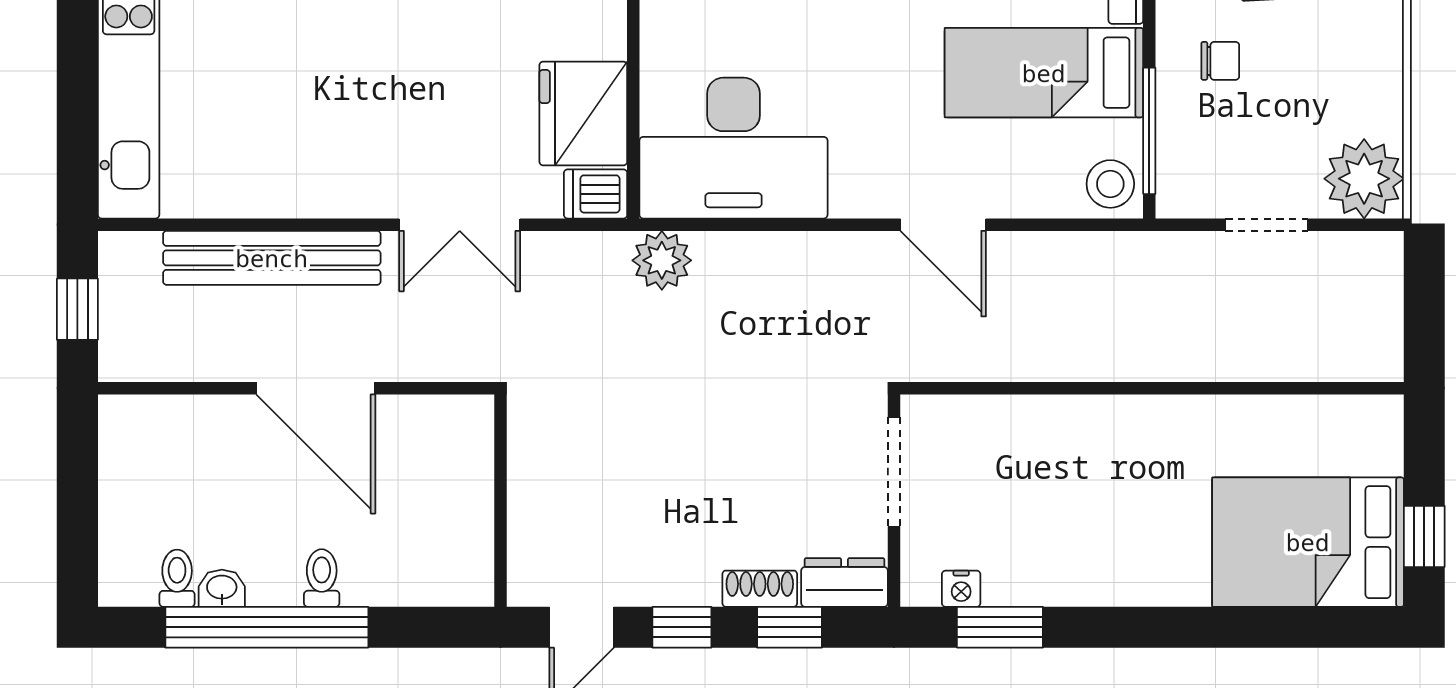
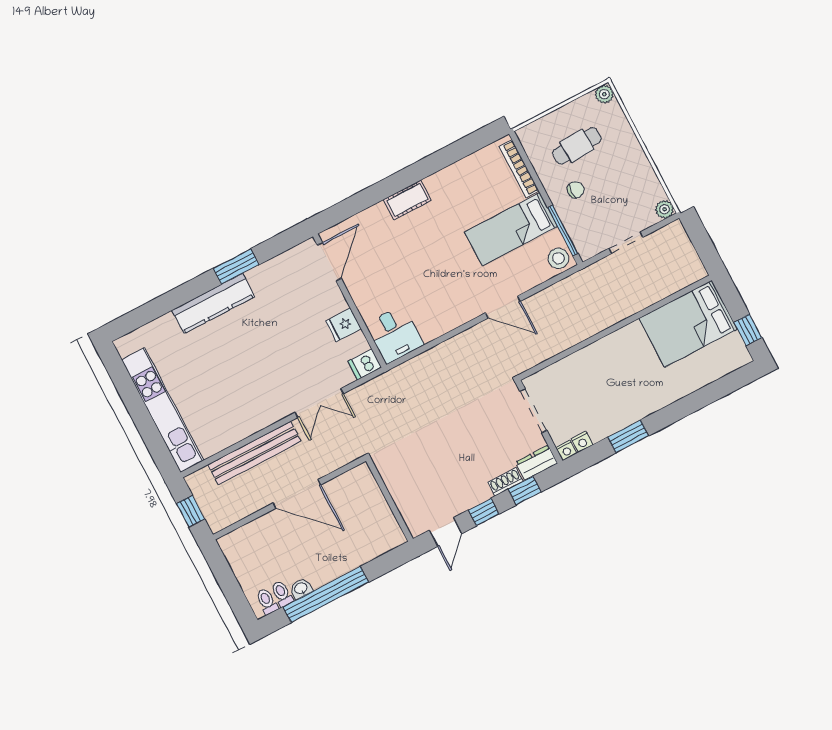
fridge: (583, 113) -> (343, 325), width x0.53, depth x0.75
desk: (733, 148) -> (395, 334), width x0.53, depth x0.77
plant: (1364, 179) -> (665, 209), width x0.53, depth x0.53
plant: (662, 260) -> (403, 377), removed
bed: (1308, 542) -> (688, 324), moved
toilet: (322, 578) -> (267, 601), moved
nightstand: (919, 589) -> (566, 450), added
window: (1000, 627) -> (628, 436), moved

